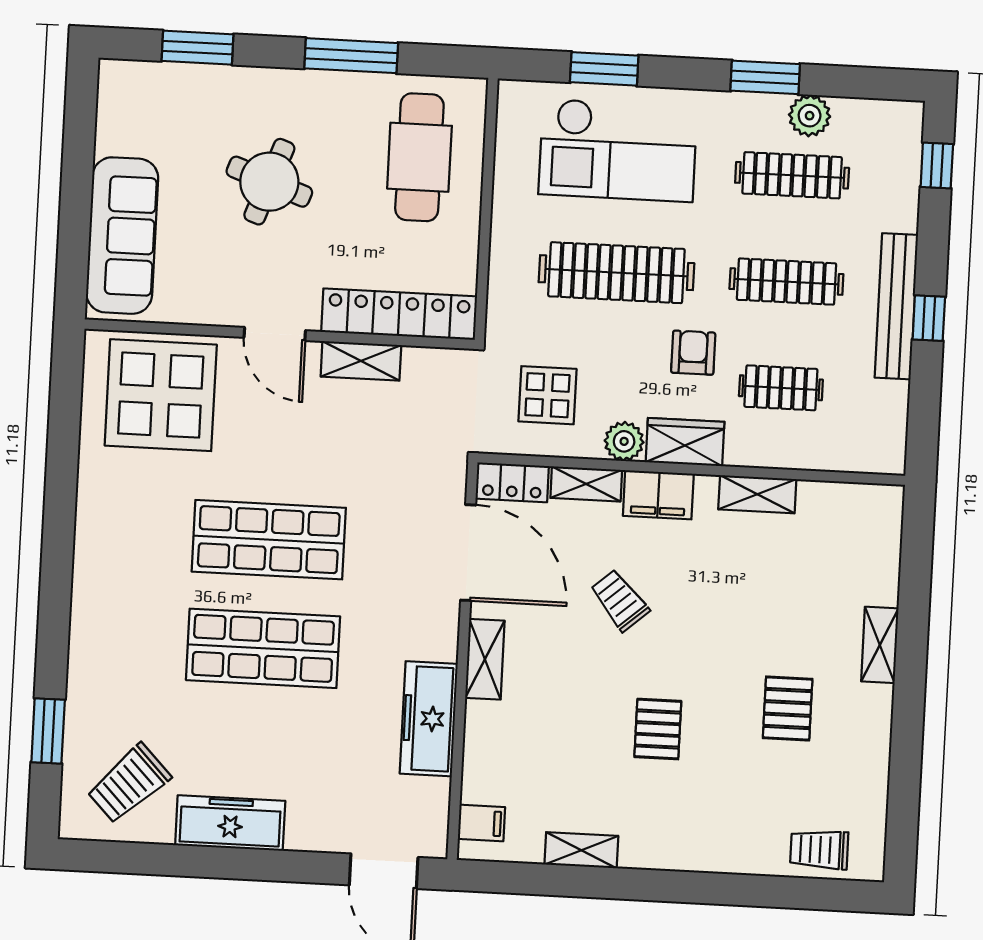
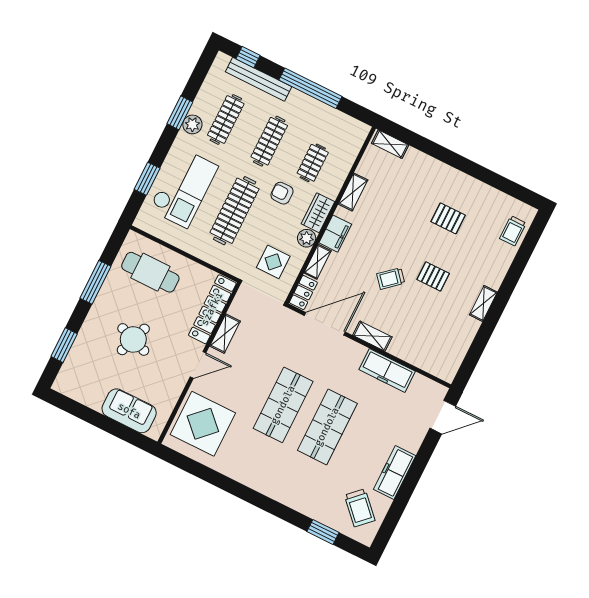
plant: (810, 116) -> (192, 124), moved
sofa: (122, 236) -> (129, 411), width x0.73
bench: (896, 306) -> (259, 79), moved
window: (929, 318) -> (310, 88), width x3.17
trolley: (620, 600) -> (391, 278), moved
shelving: (880, 645) -> (390, 144), moved
filing cabinet: (481, 823) -> (440, 367), removed
shelving: (581, 850) -> (483, 303), moved

